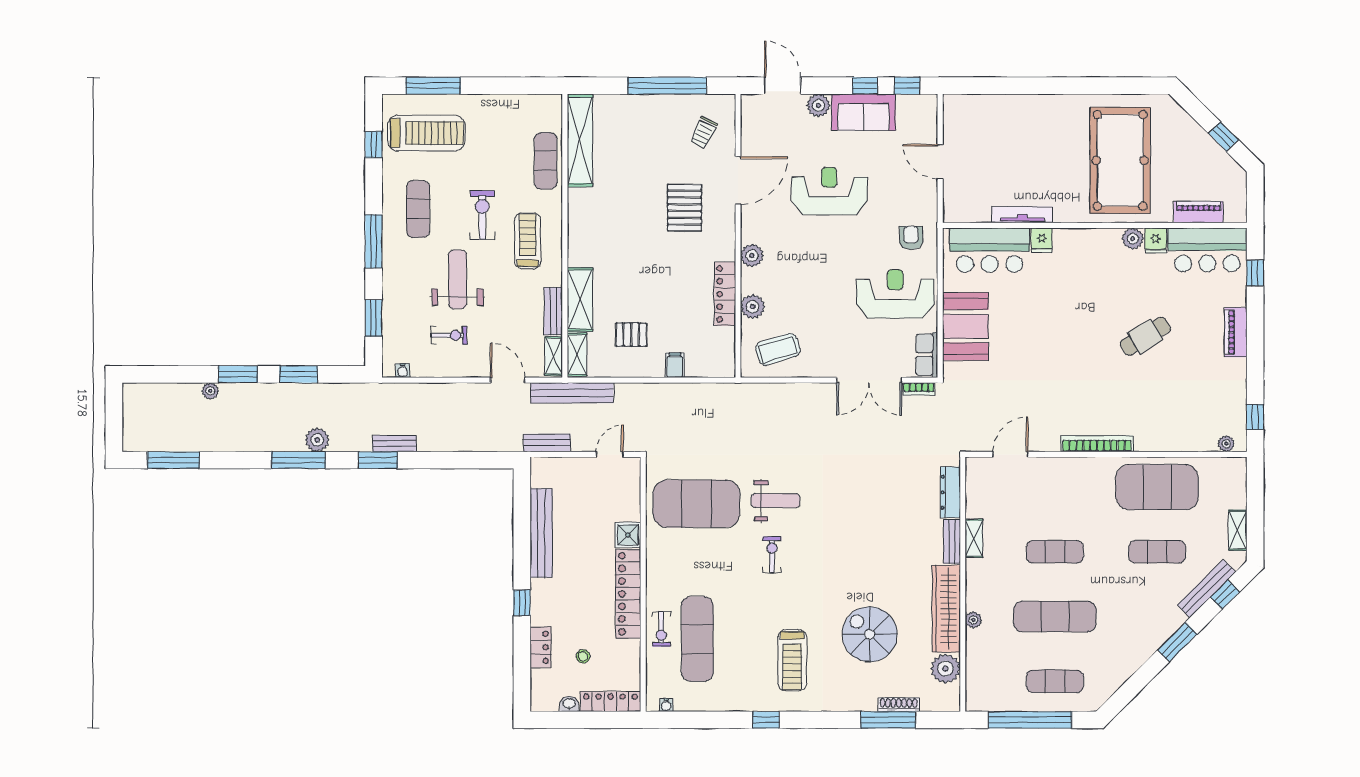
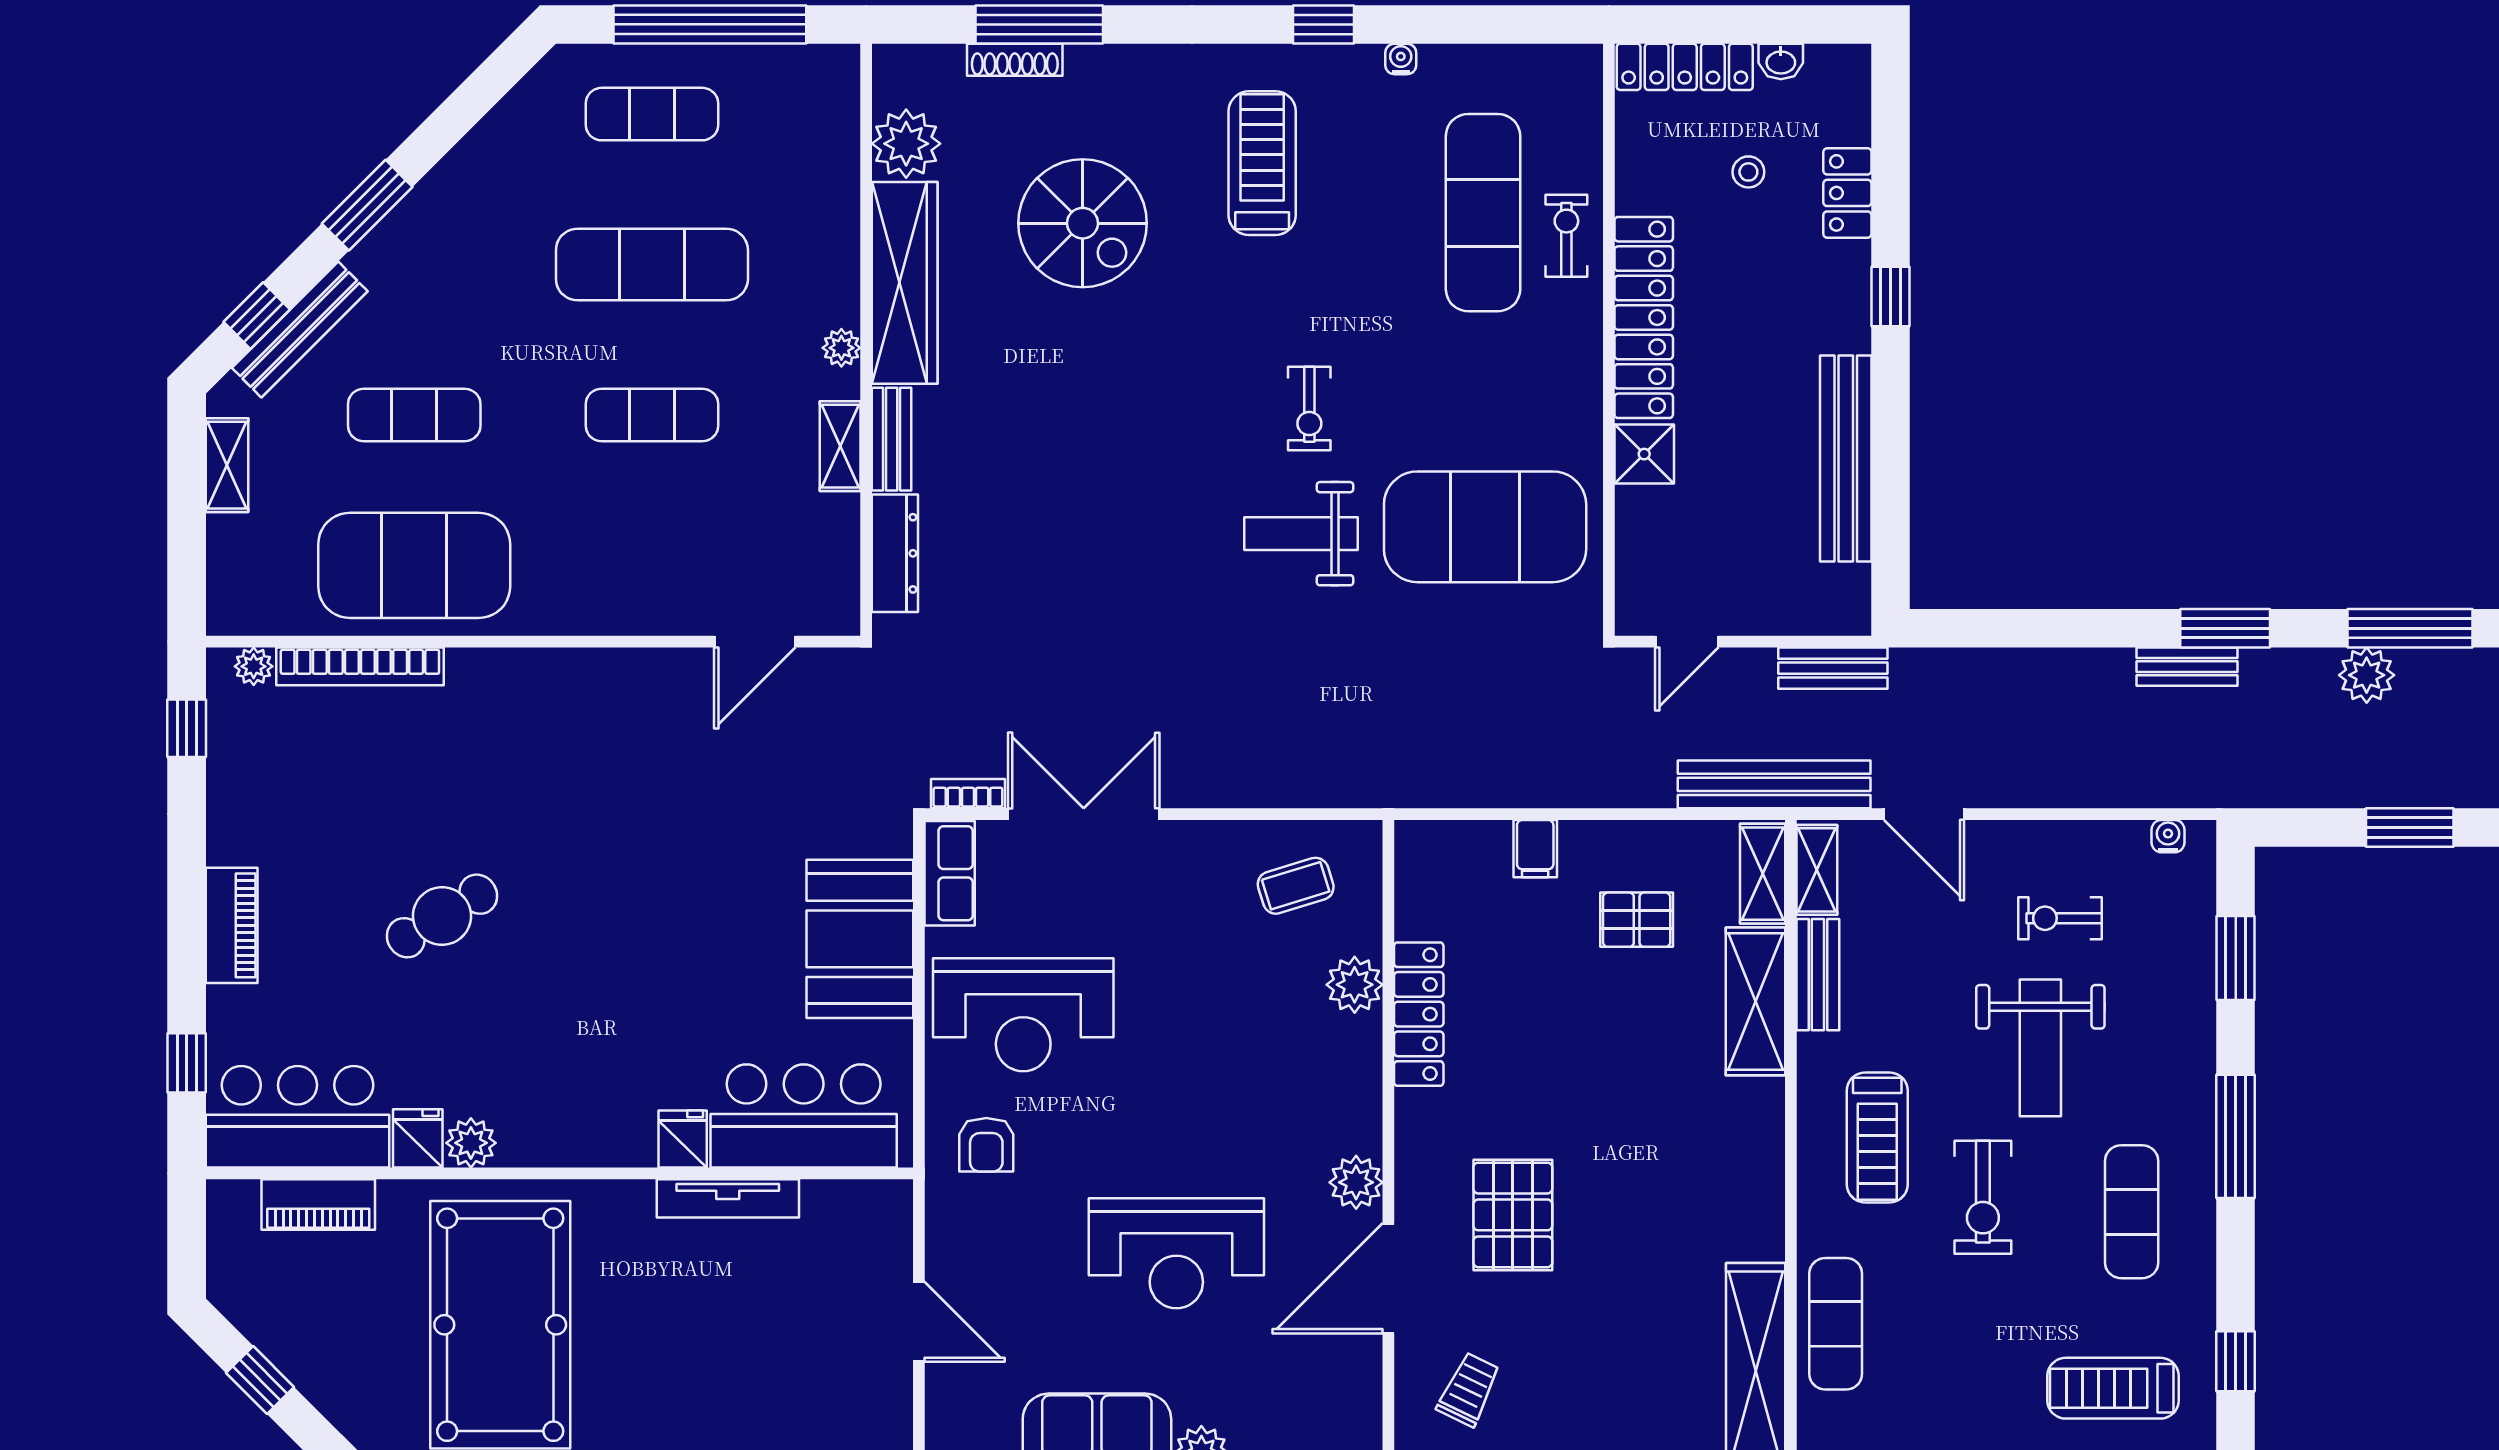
treadmill: (426, 133) -> (2113, 1388), width x0.73, depth x0.73
plant: (752, 256) -> (1356, 1182), moved
coffee table: (778, 349) -> (1296, 886), width x0.73, depth x0.77
bookcase: (1097, 444) -> (360, 666), moved
plant: (973, 620) -> (841, 348), moved
water cooler: (666, 705) -> (1401, 59), moved

